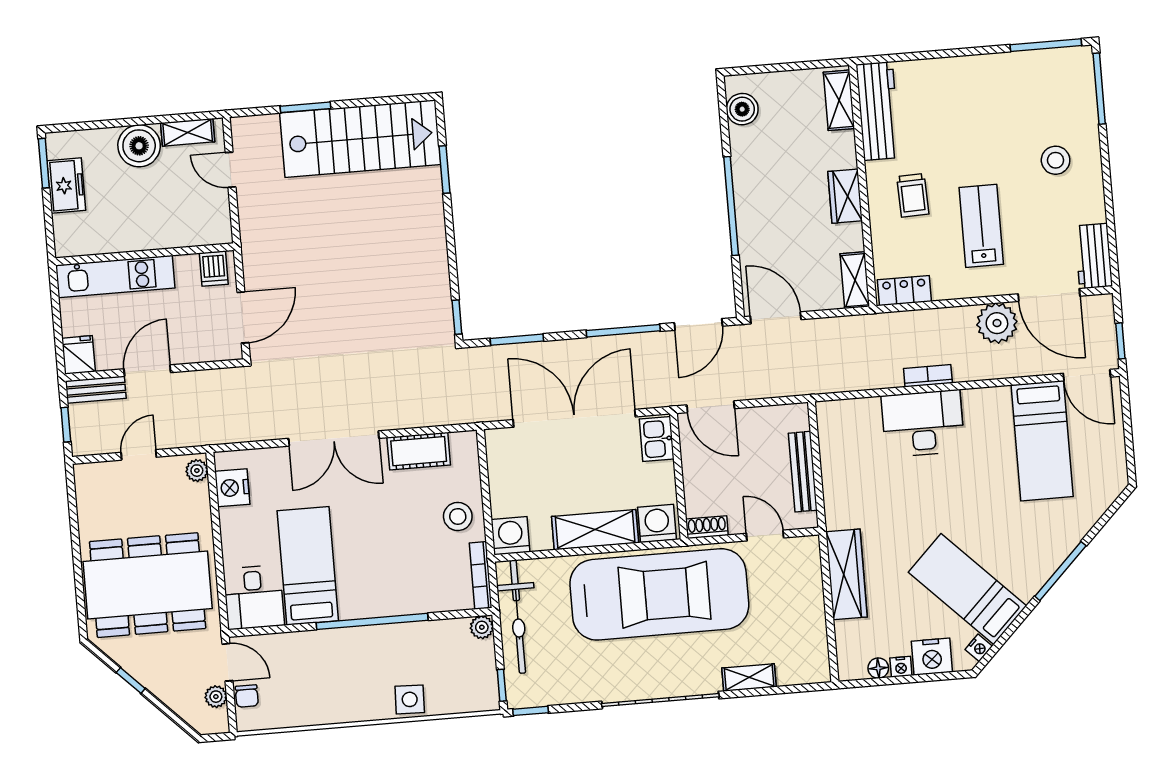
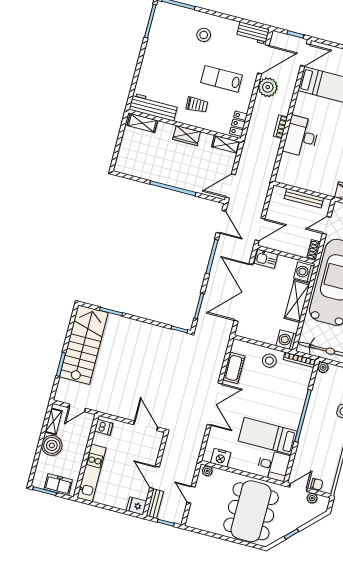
boiler: (742, 109) -> (131, 168), removed
wall: (145, 254) -> (86, 456), moved
dishwasher: (214, 269) -> (104, 427), moved
kitchen unit: (115, 277) -> (92, 473), moved

